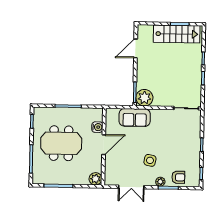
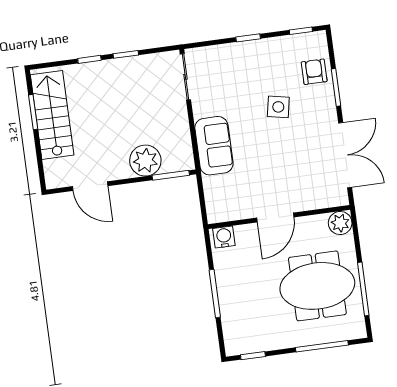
plant: (144, 98) -> (145, 161), moved
sofa: (135, 118) -> (214, 146), moved
water cooler: (97, 127) -> (224, 237), moved
meeting table: (61, 143) -> (317, 286), moved, turned 90
door: (104, 145) -> (275, 218), swing flipped
side table: (150, 160) -> (278, 107), moved
plant: (160, 182) -> (327, 104), removed
double door: (131, 187) -> (345, 155), width x1.37

